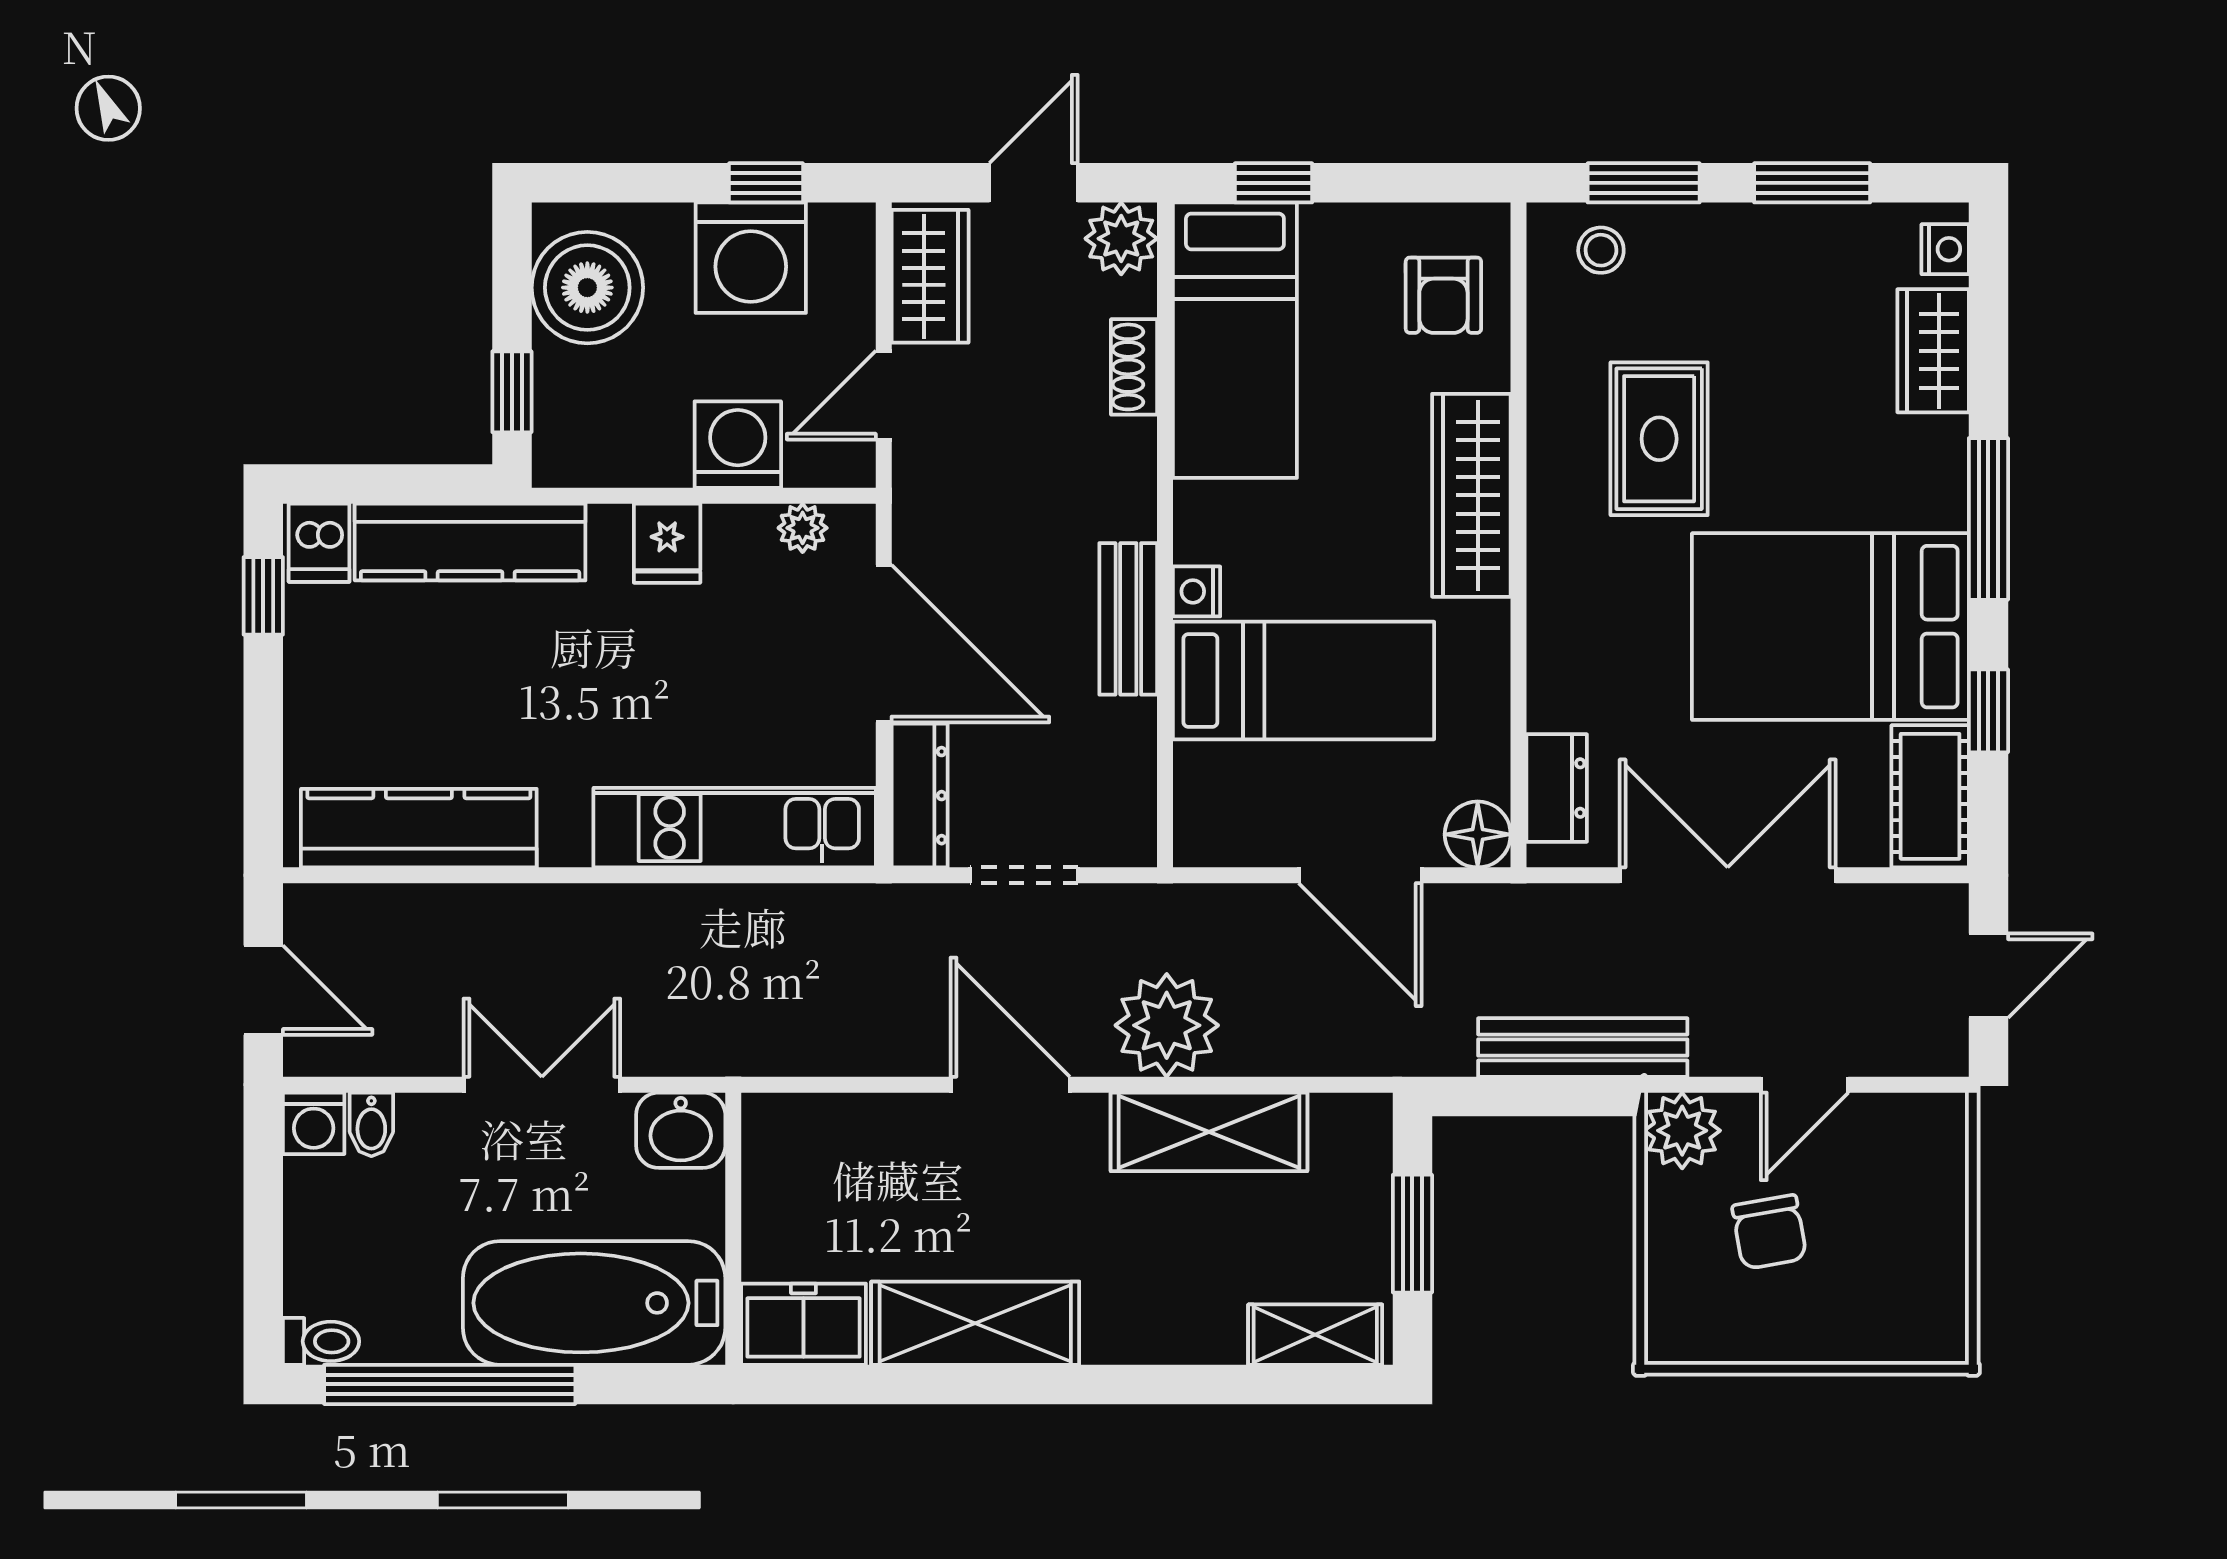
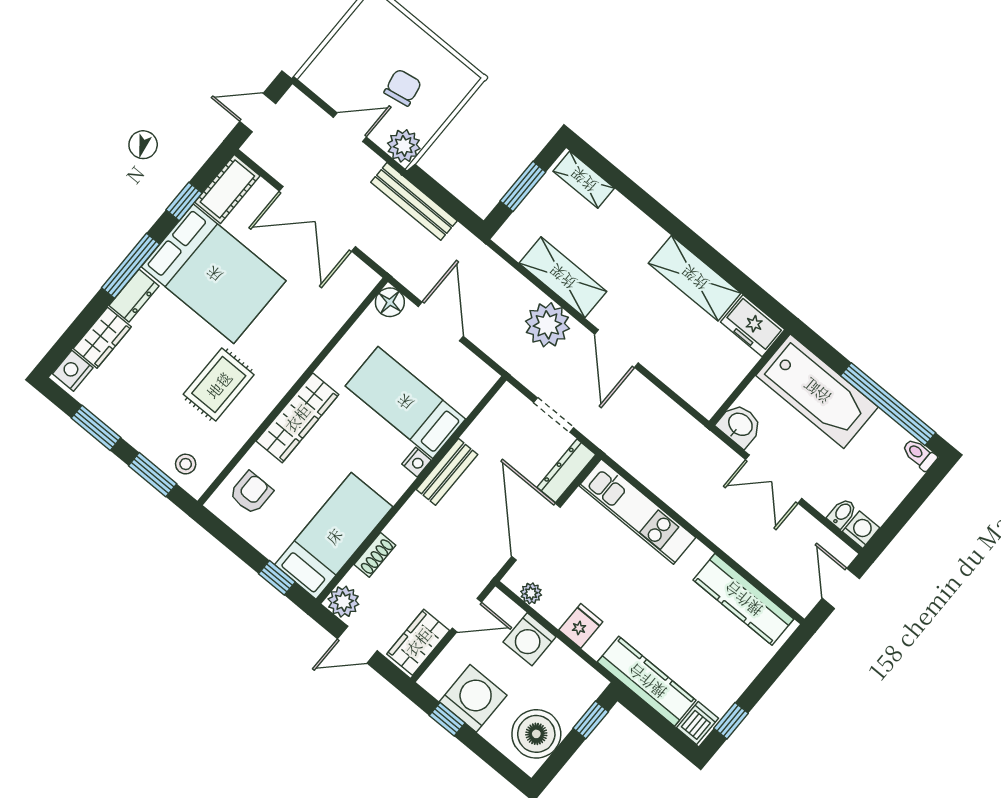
nightstand: (1945, 249) -> (73, 371), width x1.39, depth x1.35
dresser: (1557, 788) -> (134, 296), moved, turned 180

